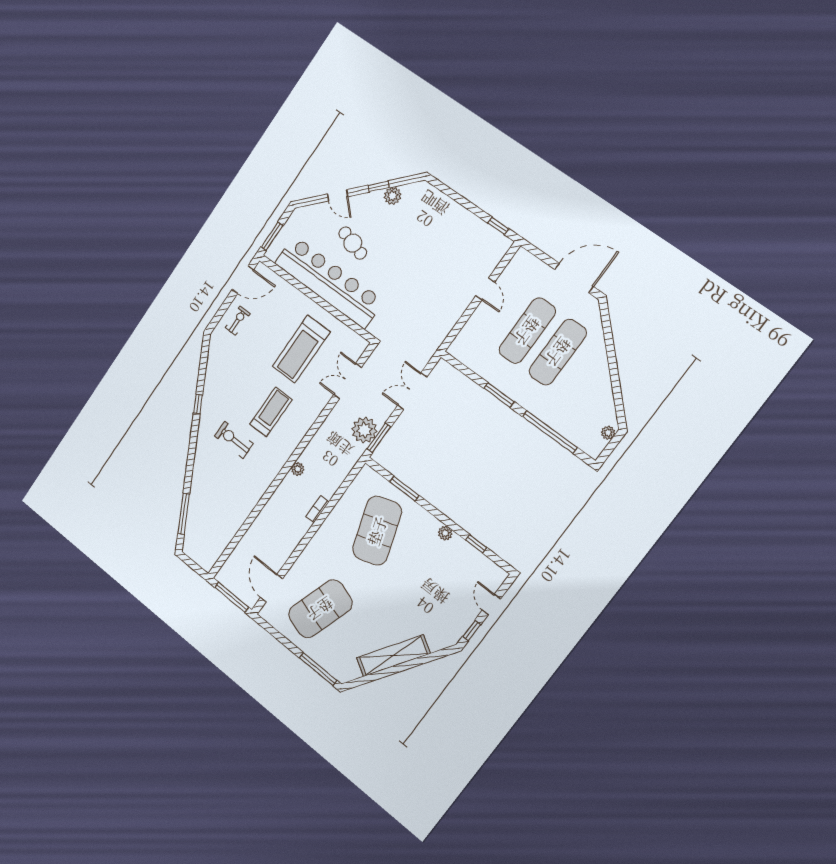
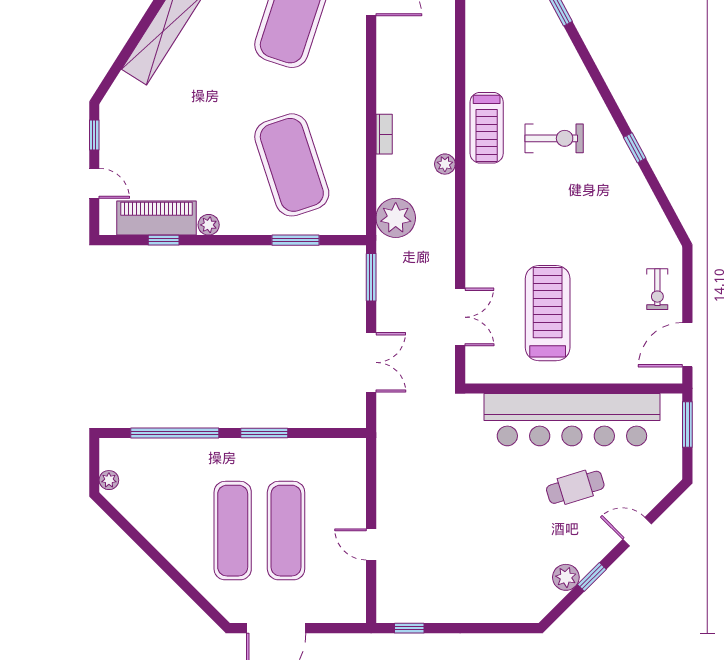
cafe table: (353, 243) -> (575, 487), turned -33
treadmill: (271, 412) -> (487, 128), moved
plant: (364, 430) -> (396, 218), moved
piano: (471, 559) -> (157, 218), added

